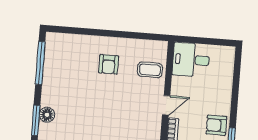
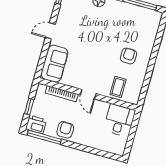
armchair: (109, 64) -> (128, 56), turned 90

